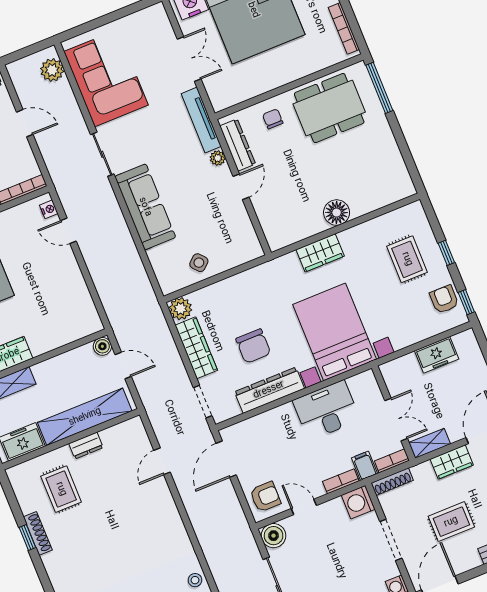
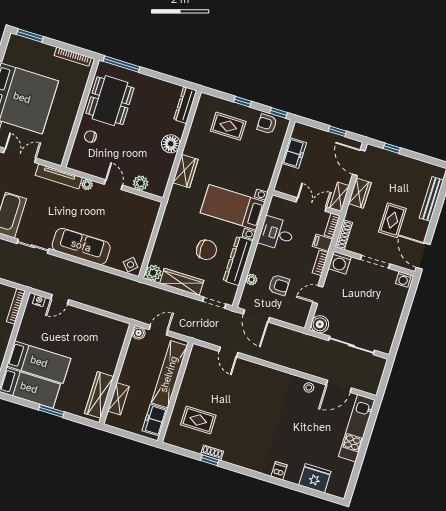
dresser: (238, 145) -> (185, 105), moved, turned -90
plant: (267, 215) -> (141, 183), added
side table: (199, 263) -> (131, 265), moved
bed with nightstands: (335, 332) -> (233, 207), width x0.73
desk: (326, 410) -> (276, 233), width x0.73
plant: (261, 421) -> (251, 280), added
dresser: (86, 446) -> (186, 387), removed
armchair: (265, 497) -> (279, 285), moved, turned 90
shoe rack: (38, 533) -> (212, 453), width x0.70

